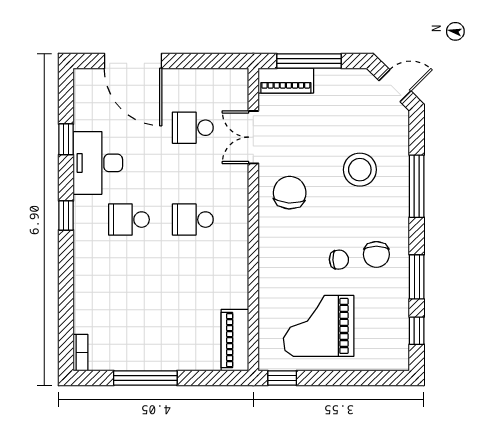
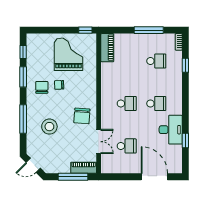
window: (66, 215) -> (185, 65), moved
school desk: (129, 311) -> (156, 61), added
grand piano: (319, 326) -> (68, 54), turned -90

